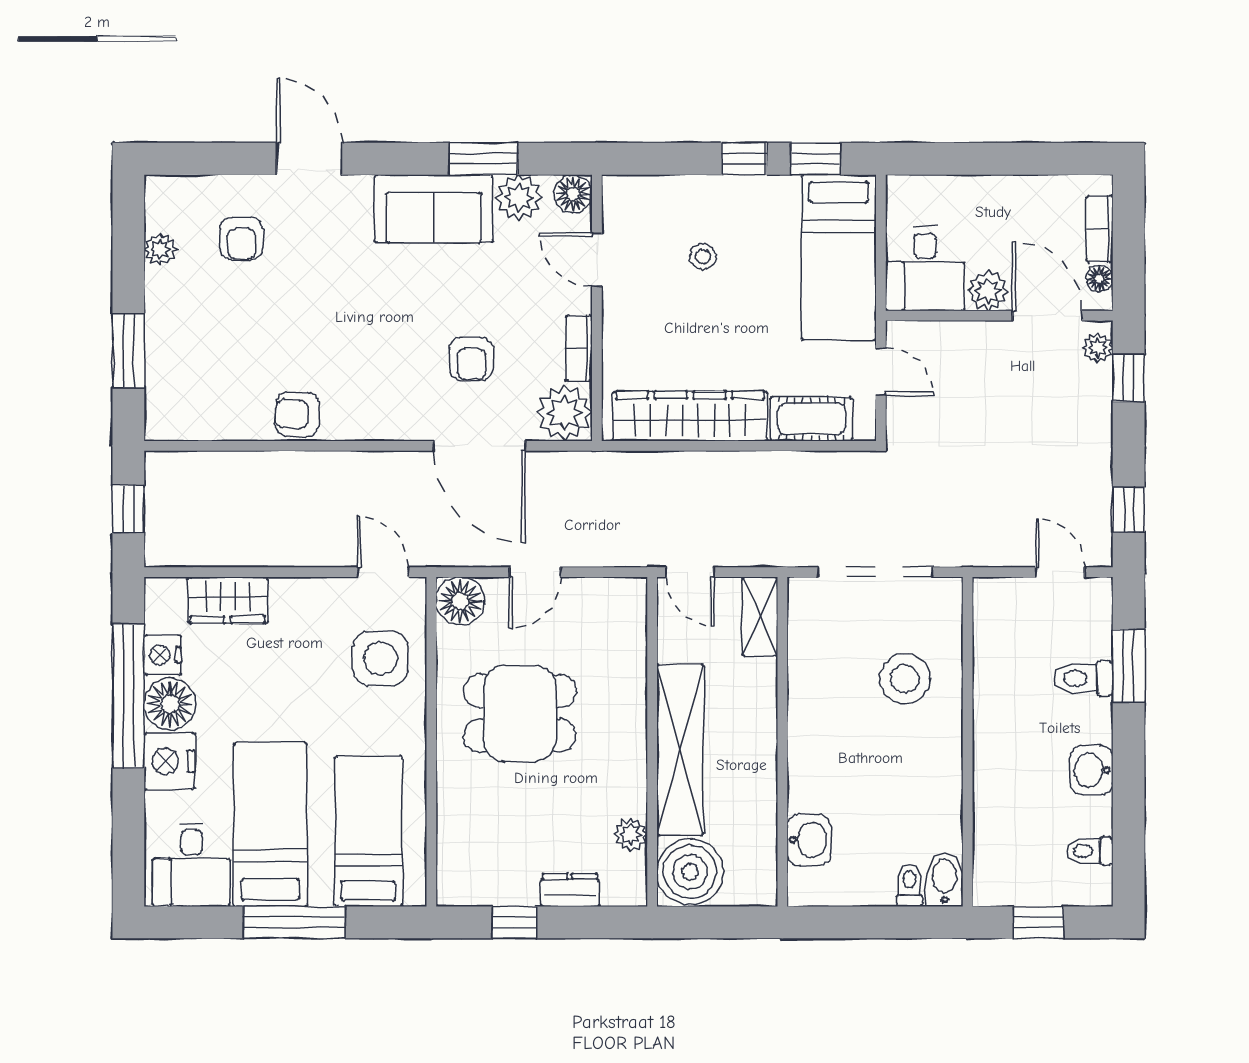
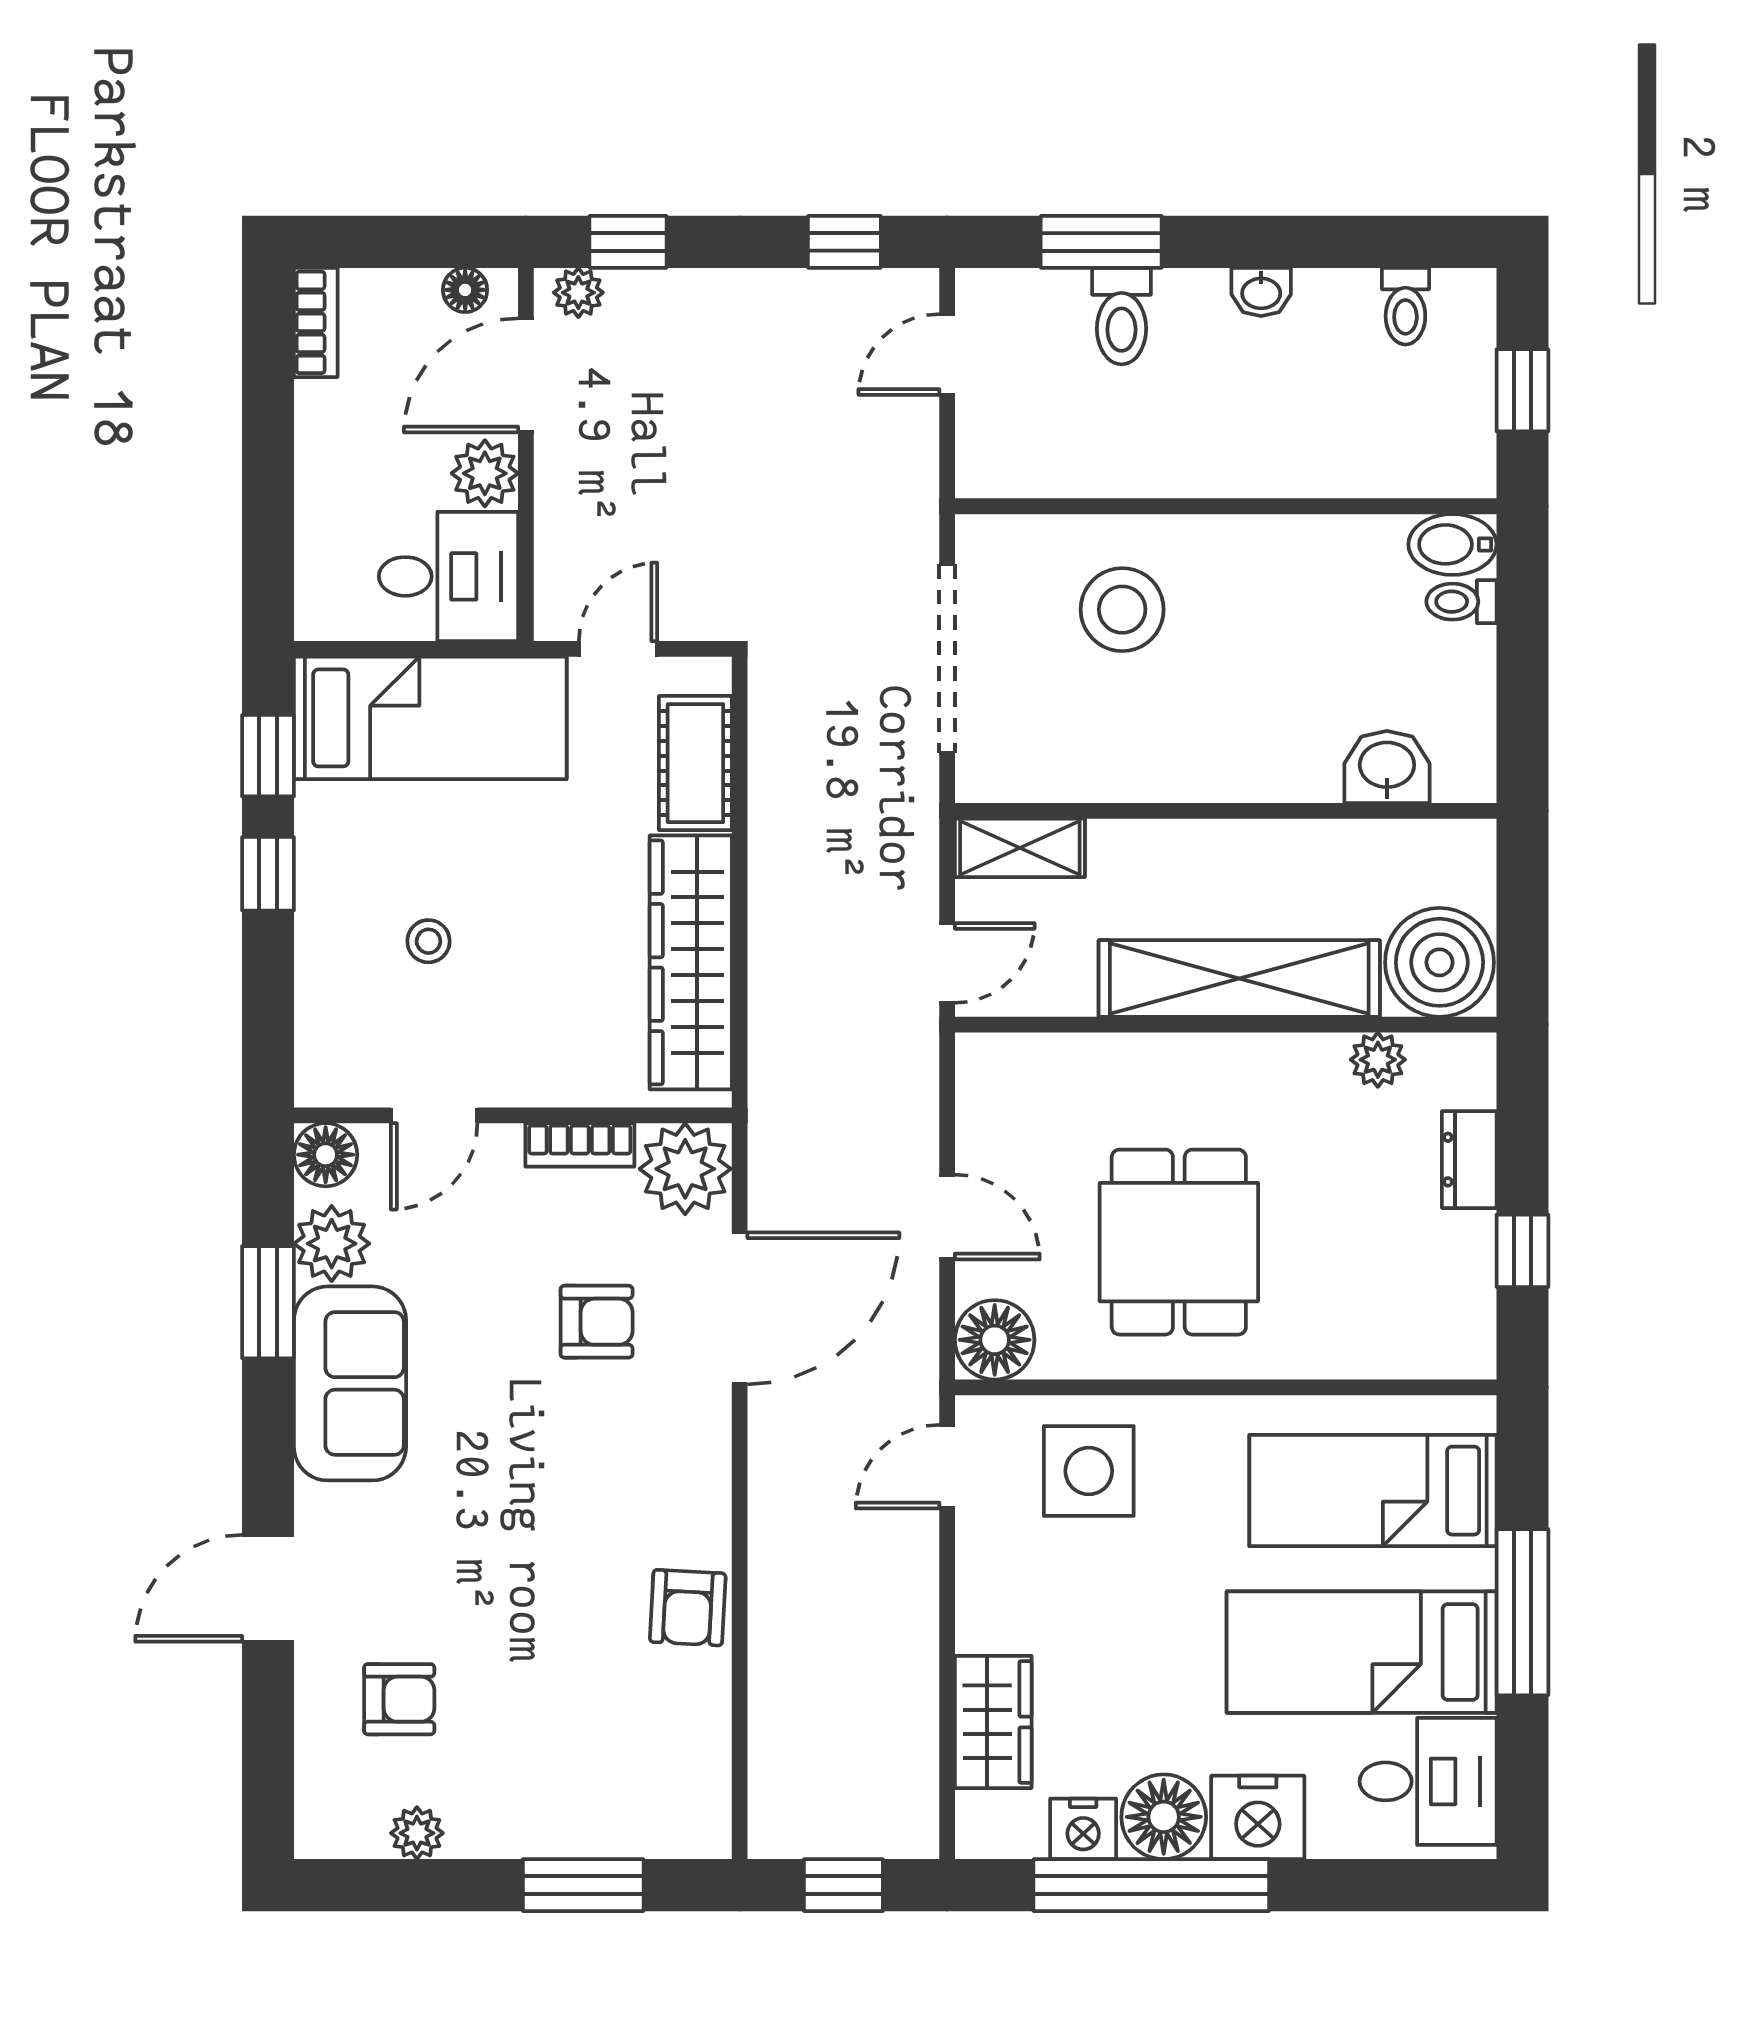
bookcase: (1100, 229) -> (316, 322), moved, turned -90
washbasin: (1092, 770) -> (1261, 292), width x0.72, depth x0.69

